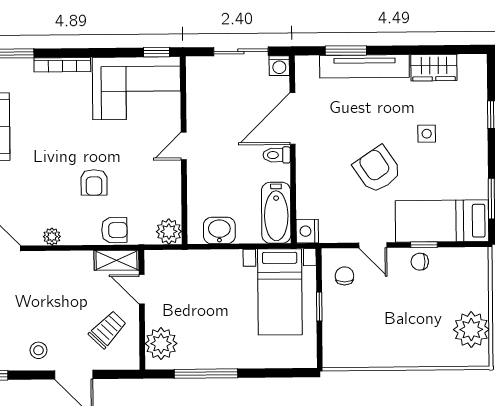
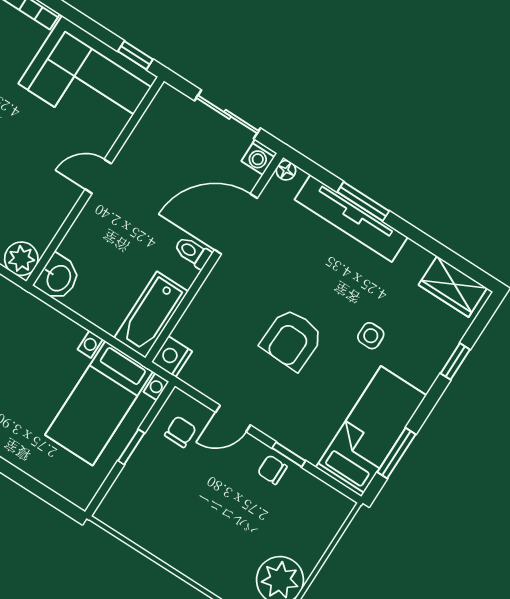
window: (346, 50) -> (363, 201), moved
floor lamp: (302, 63) -> (286, 170), added
wardrobe: (434, 68) -> (453, 287), moved
armchair: (377, 169) -> (292, 339), turned -144
bed: (442, 221) -> (371, 431), moved, turned 90
washbasin: (219, 231) -> (58, 278), moved, turned 90
door: (373, 245) -> (233, 419), hinge flipped

